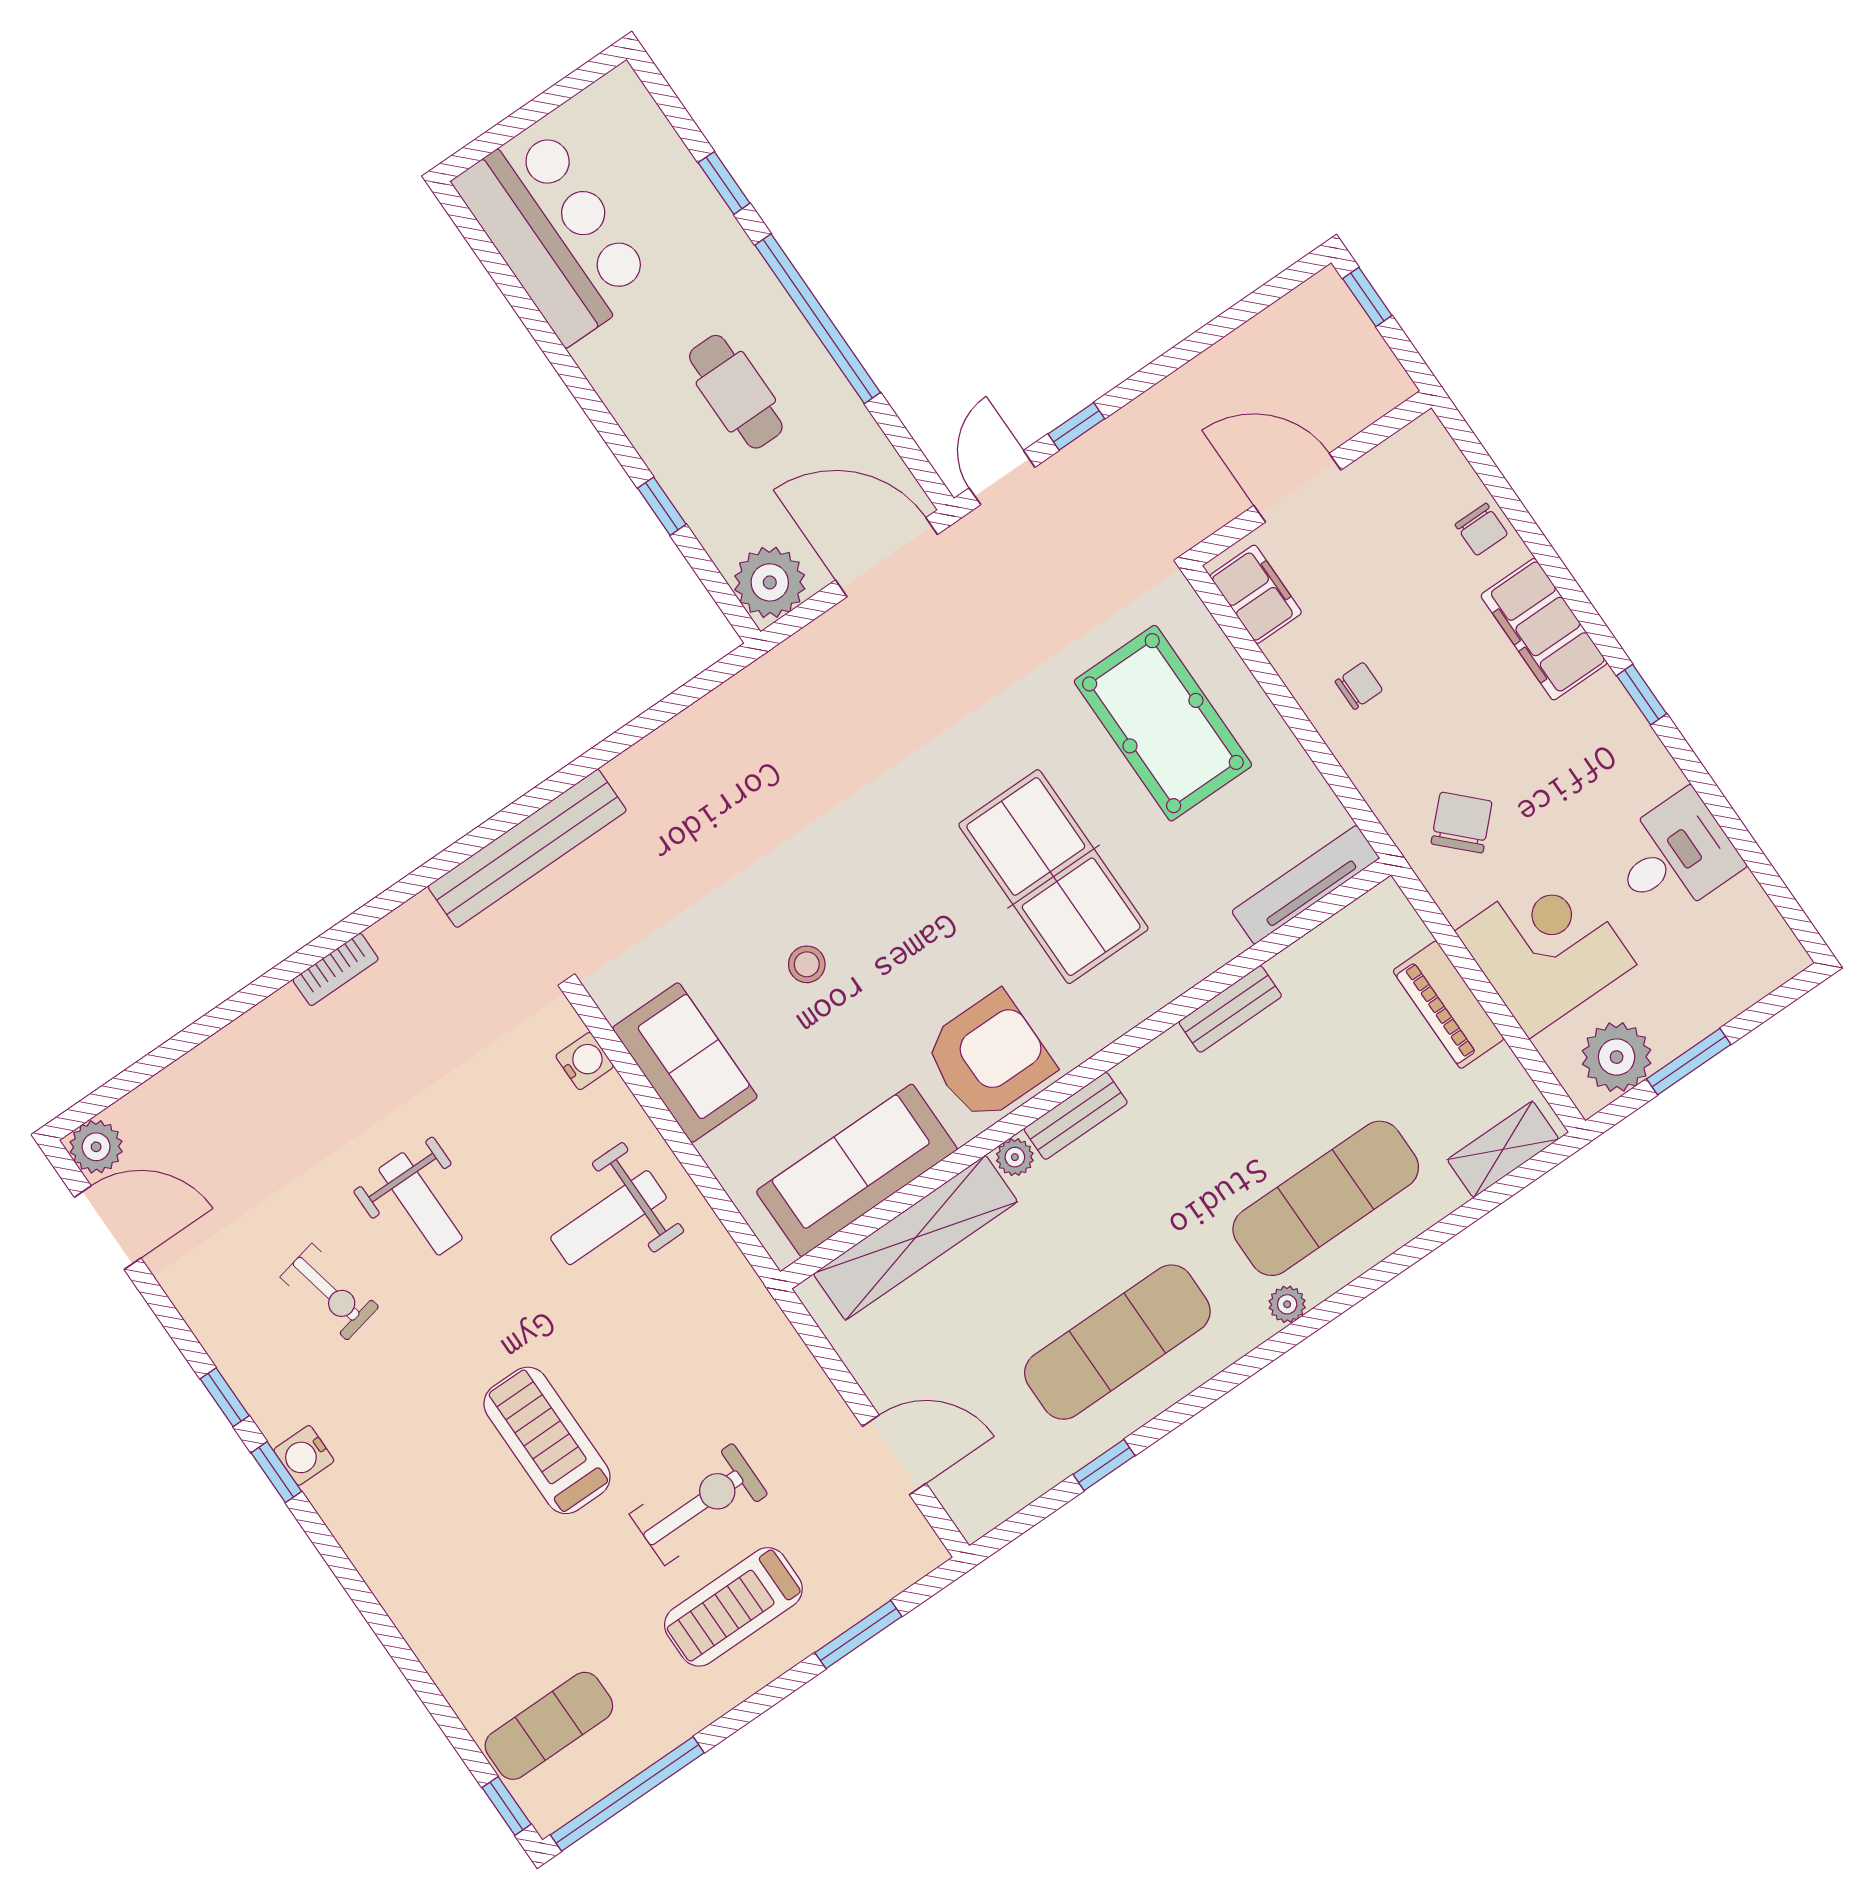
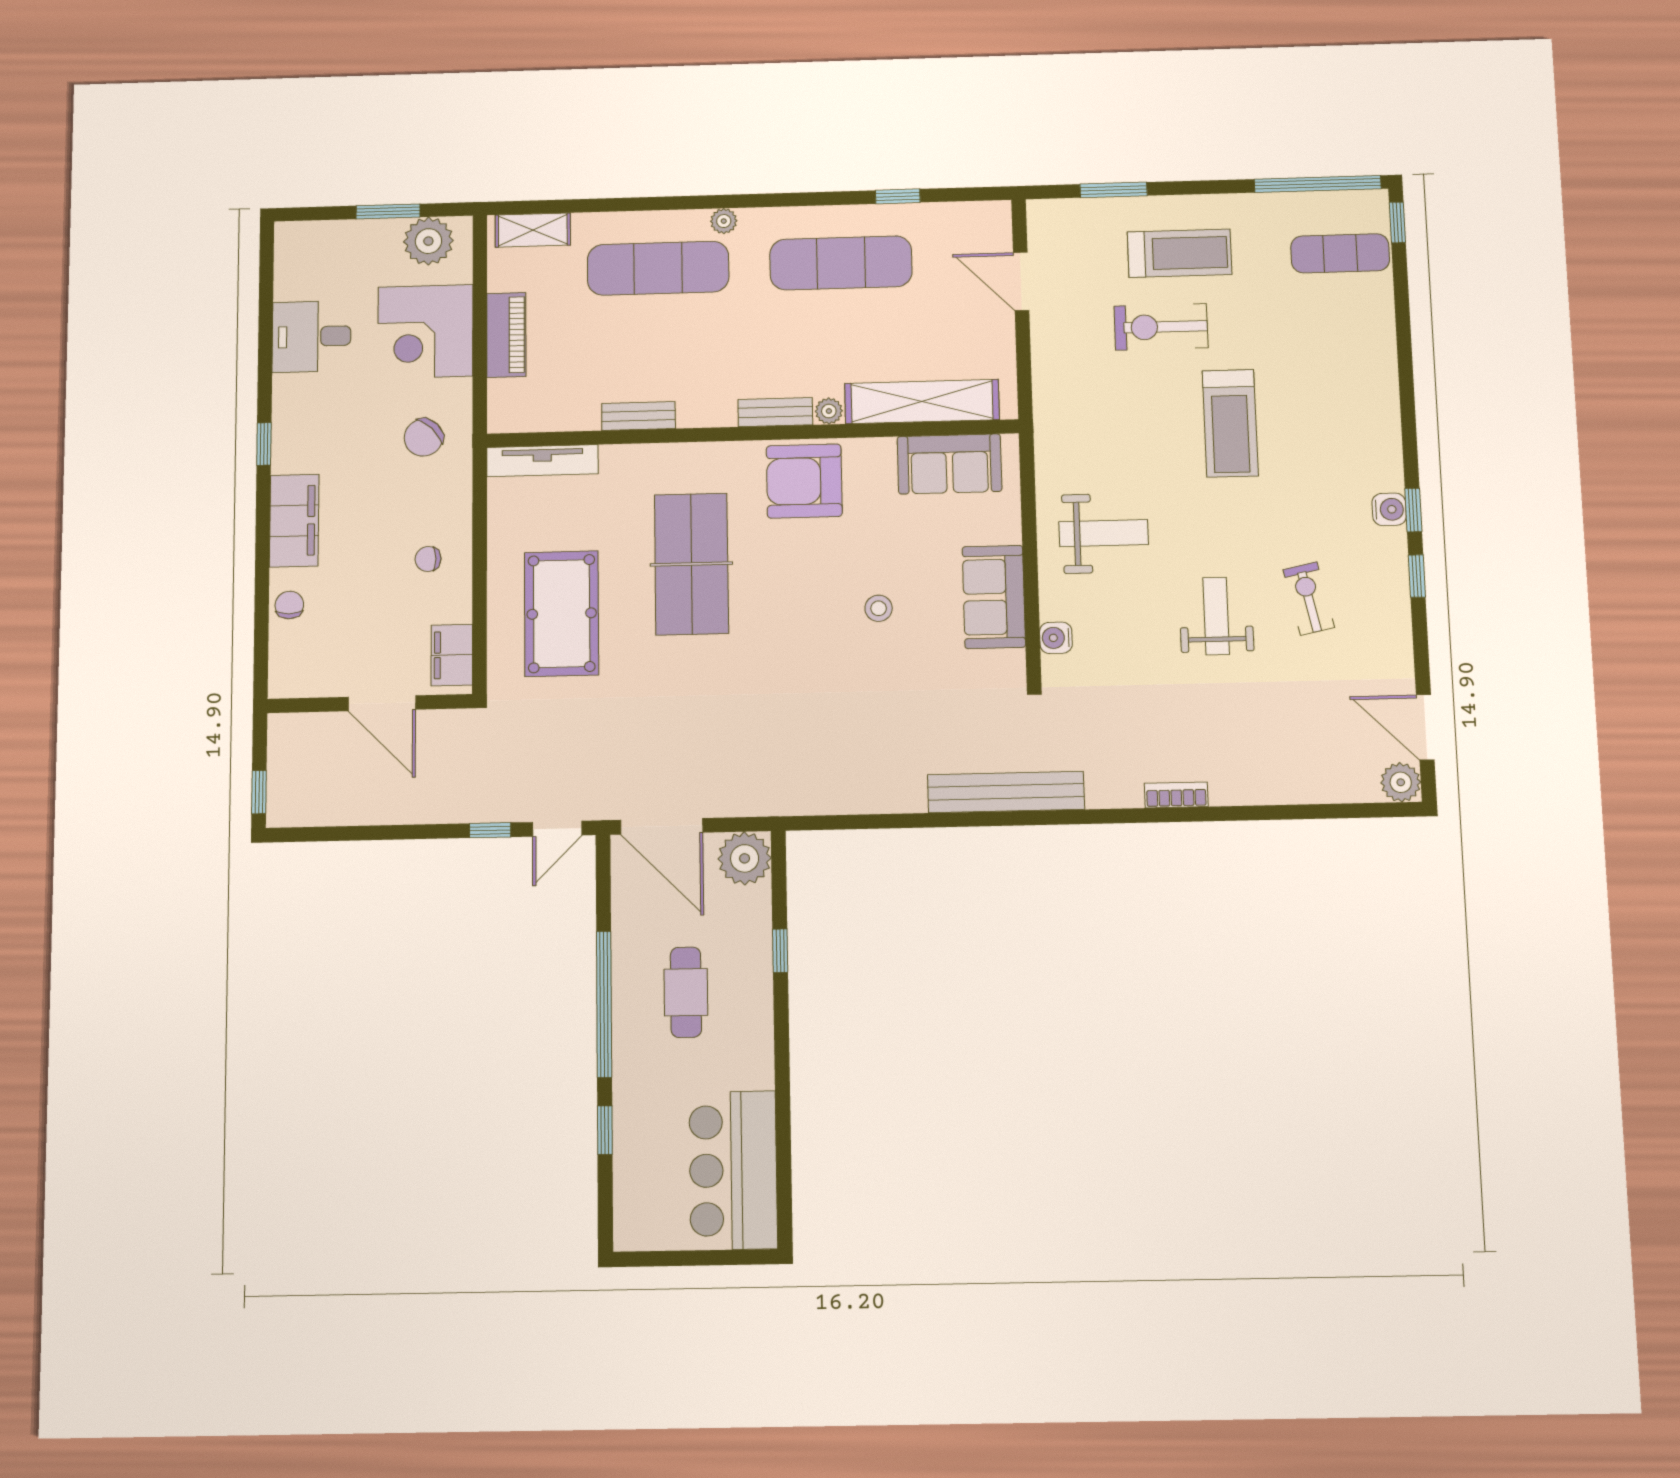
sofa: (857, 1170) -> (949, 464), width x0.73

